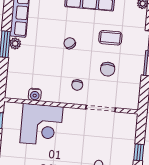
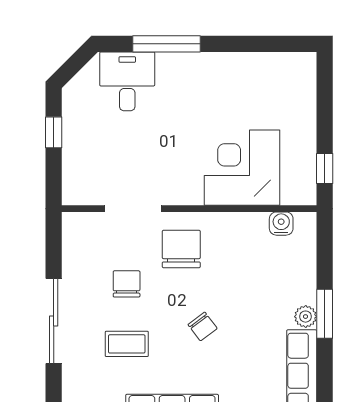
chair: (77, 85) -> (181, 249), width x1.87, depth x1.87
water cooler: (35, 95) -> (281, 224), moved

